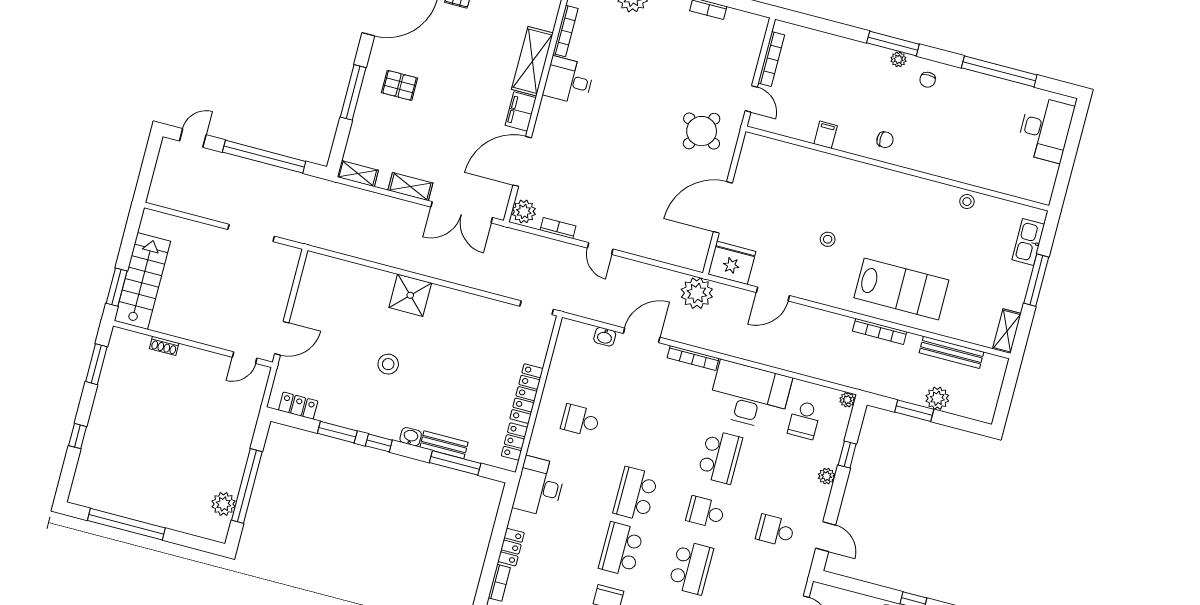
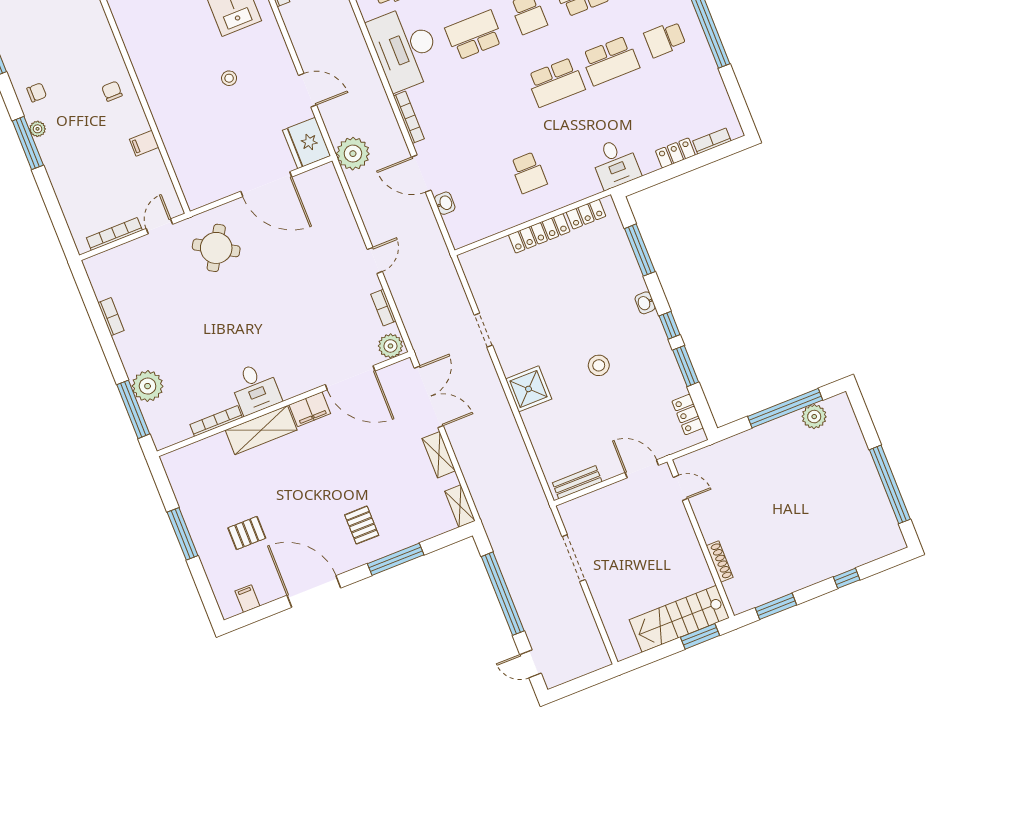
doorway: (537, 308) -> (483, 330), moved
shoe rack: (164, 346) -> (720, 561), width x1.43
bench: (444, 445) -> (577, 482), moved, turned 90
desk: (539, 487) -> (615, 163), width x0.73

